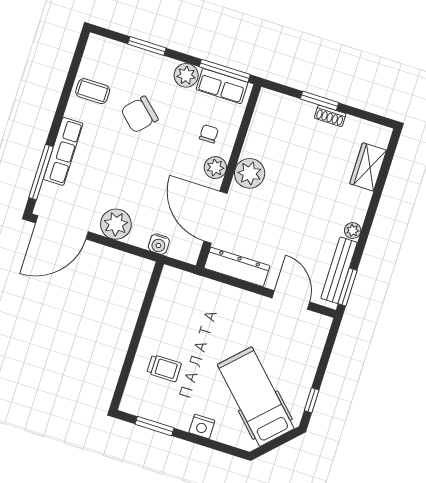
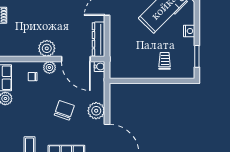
chair: (140, 114) -> (64, 110), moved, turned -114
door: (216, 217) -> (76, 59), hinge flipped
water cooler: (159, 244) -> (100, 66), moved

